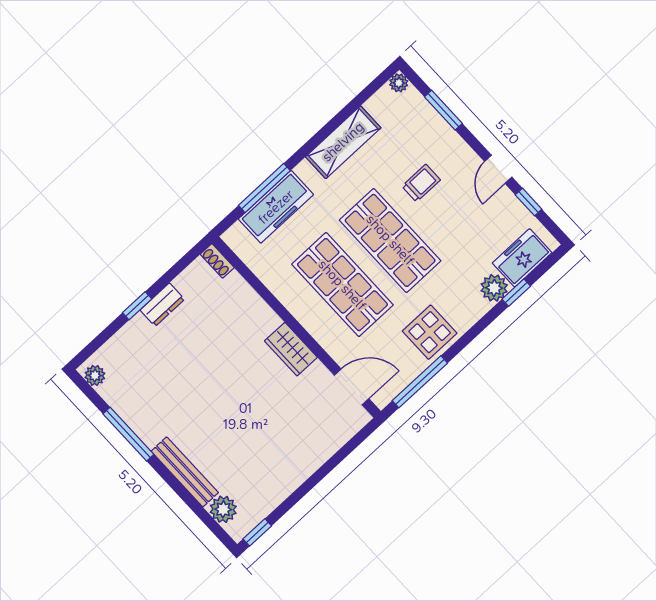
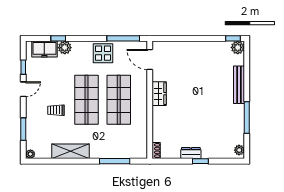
freezer: (276, 207) -> (117, 150), removed
plant: (223, 509) -> (238, 47), moved

